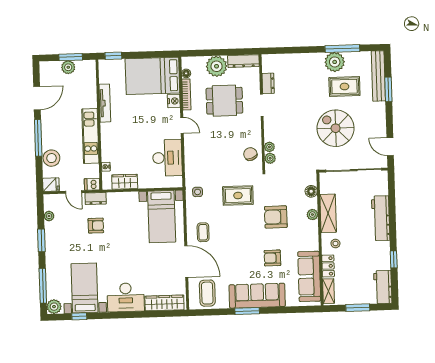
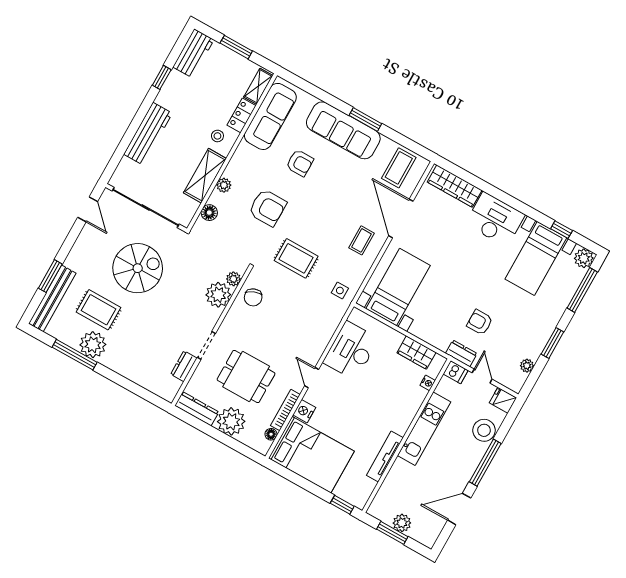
spiral stairs: (336, 128) -> (138, 268), turned -90
plant: (269, 147) -> (218, 295), width x1.88, depth x1.88

